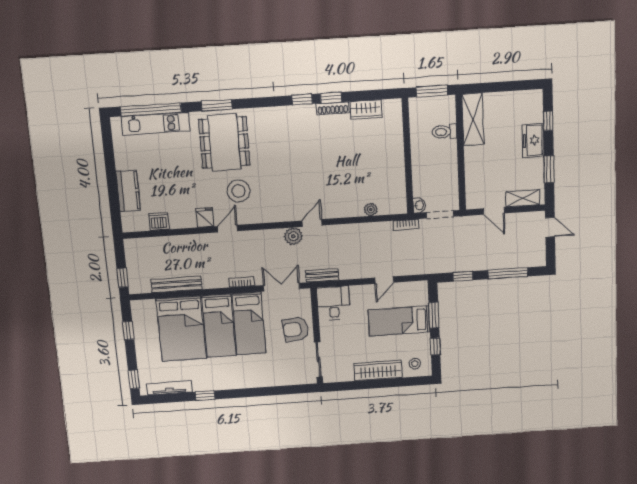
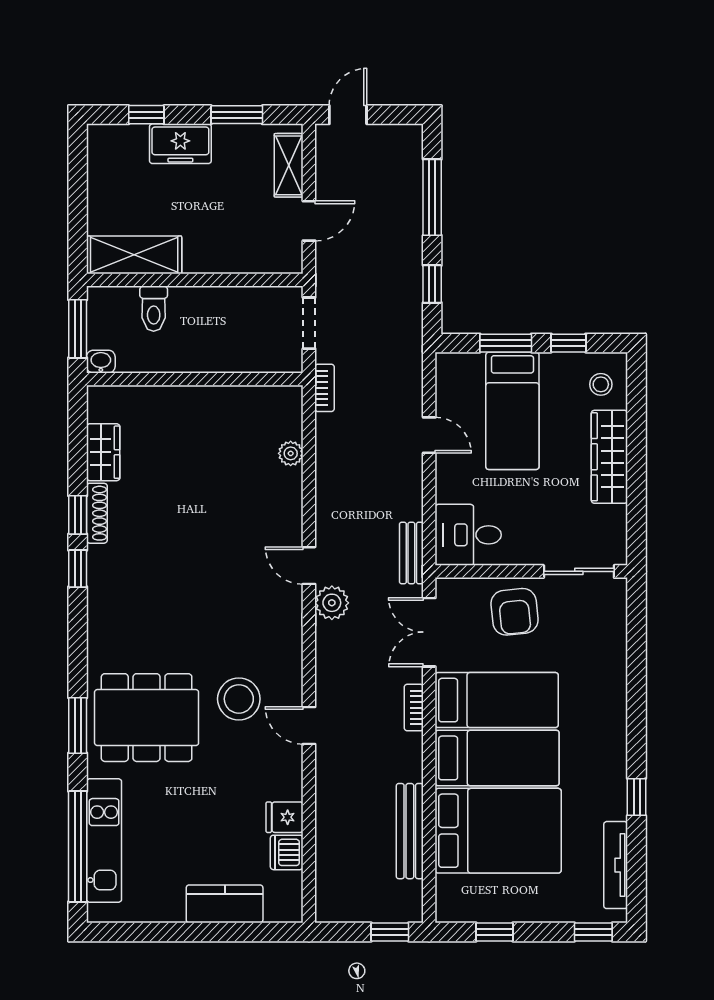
washbasin: (419, 205) -> (101, 362), moved
fridge: (205, 217) -> (285, 817), moved

